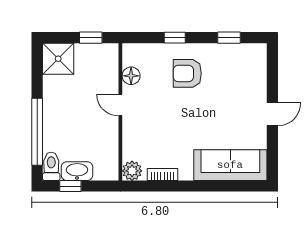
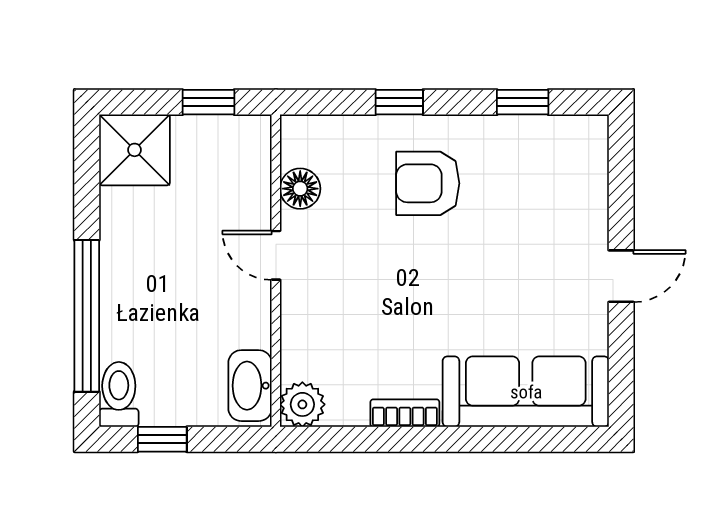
washbasin: (77, 171) -> (250, 386), moved, turned -90
bookcase: (163, 175) -> (405, 413), moved

